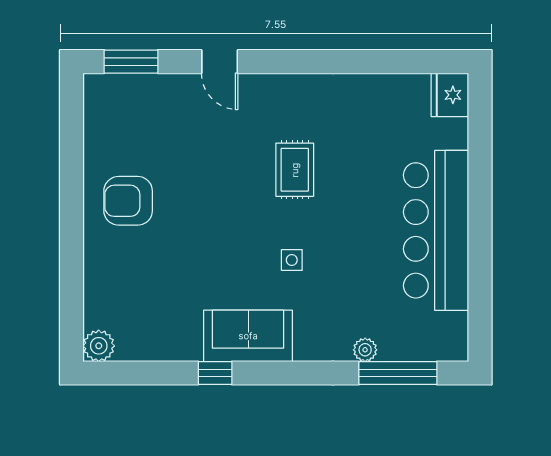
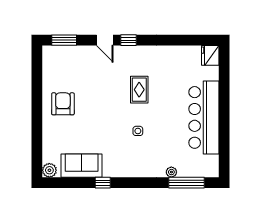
window: (271, 62) -> (129, 40), added
armchair: (128, 201) -> (63, 104), turned 90
sofa: (248, 336) -> (82, 166), moved

